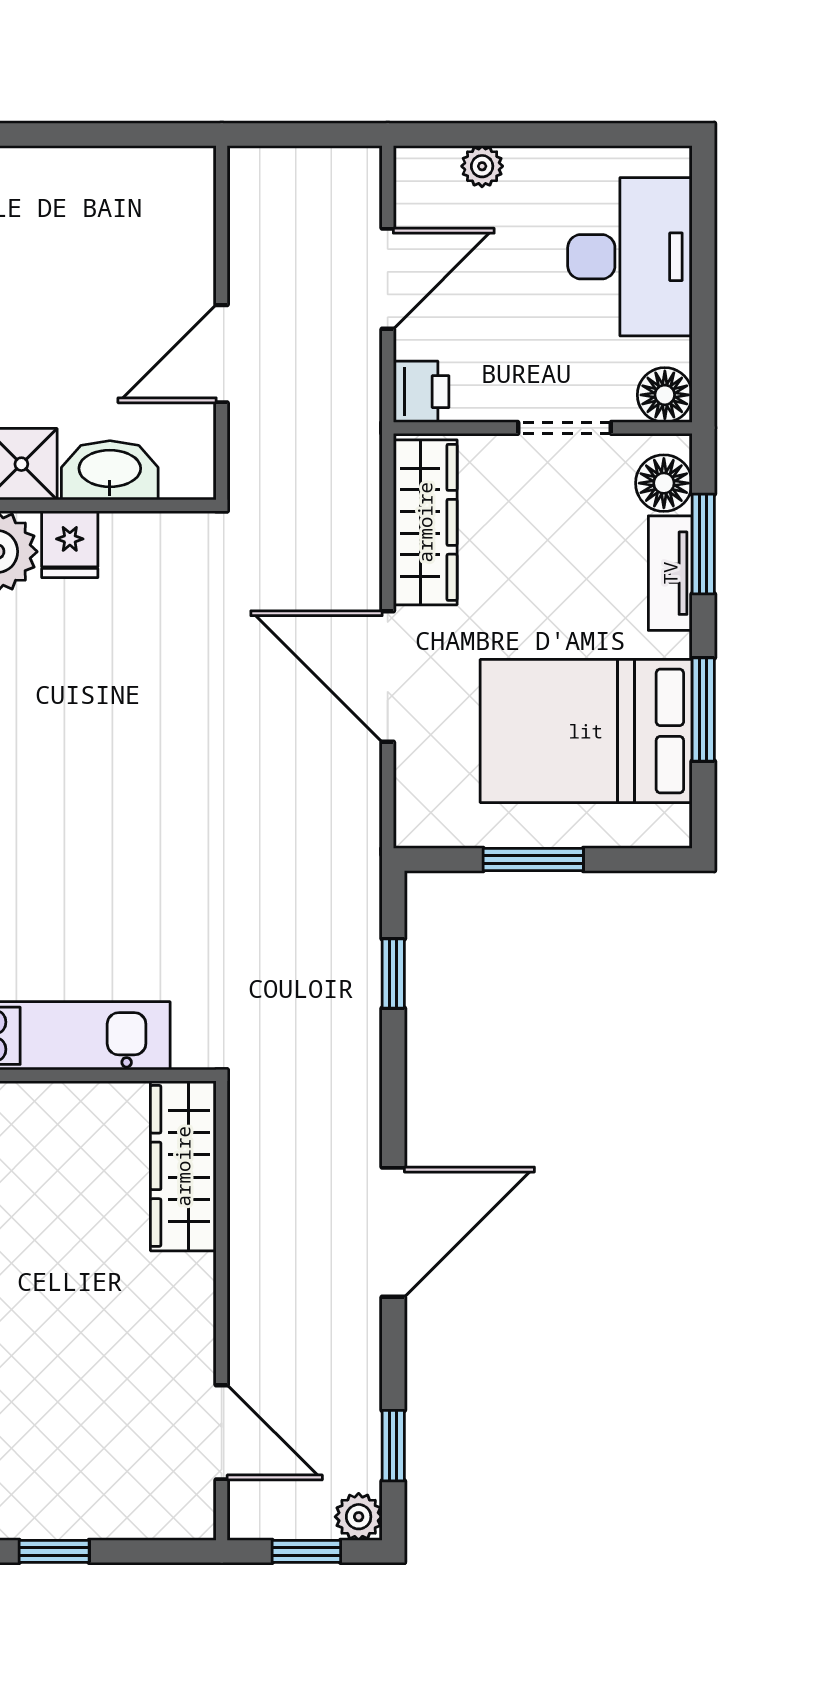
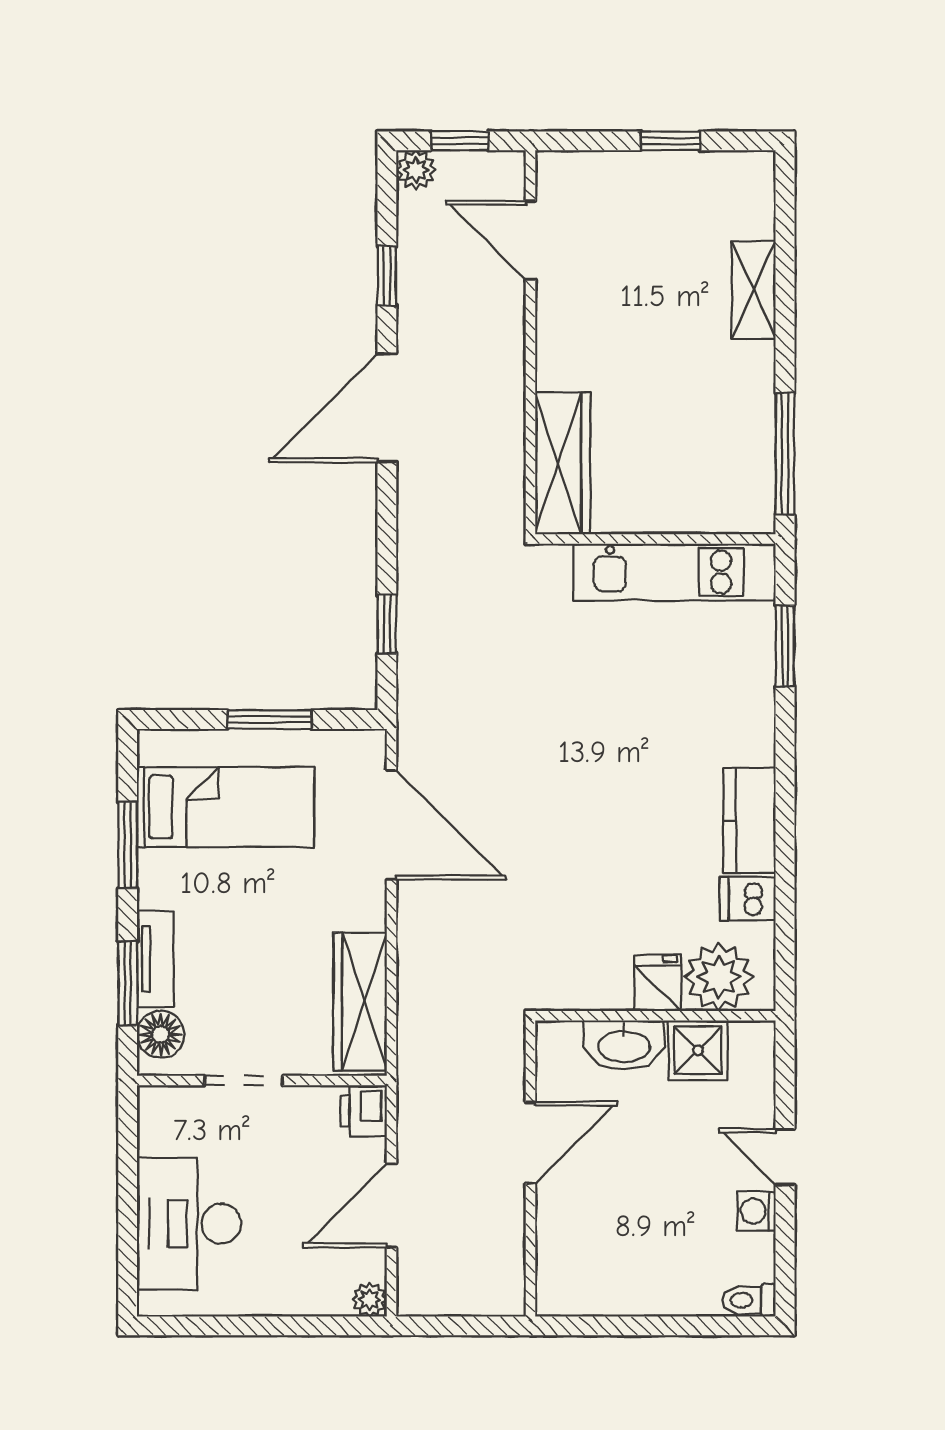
plant: (482, 166) -> (370, 1299), moved
floor lamp: (665, 395) -> (160, 1108), removed
door: (388, 676) -> (392, 825), moved
bed: (586, 731) -> (226, 807), width x0.67
window: (393, 1446) -> (387, 276), moved

